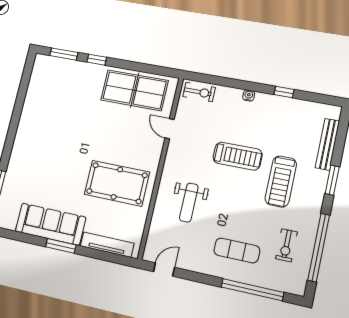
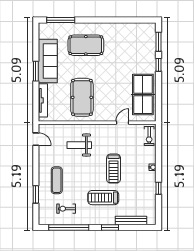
pool table: (42, 162) -> (86, 45), added
window: (252, 290) -> (36, 194), width x0.47

